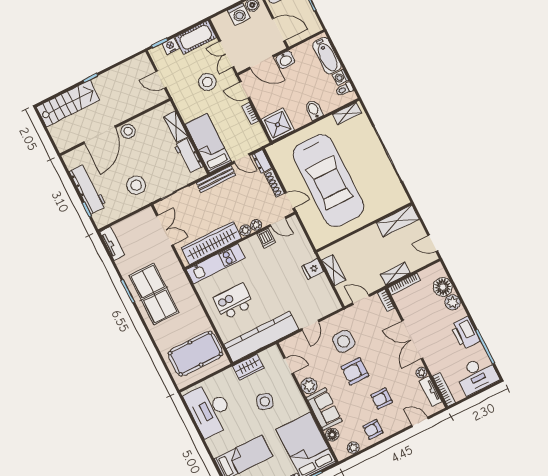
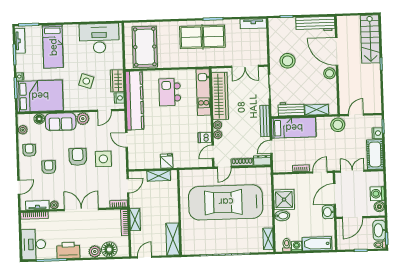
stool: (207, 82) -> (338, 125), moved
shower: (278, 125) -> (284, 200), moved
workbench: (88, 189) -> (315, 24), moved
kitchen island: (233, 302) -> (170, 92), turned 180
nightstand: (267, 356) -> (119, 98), added

